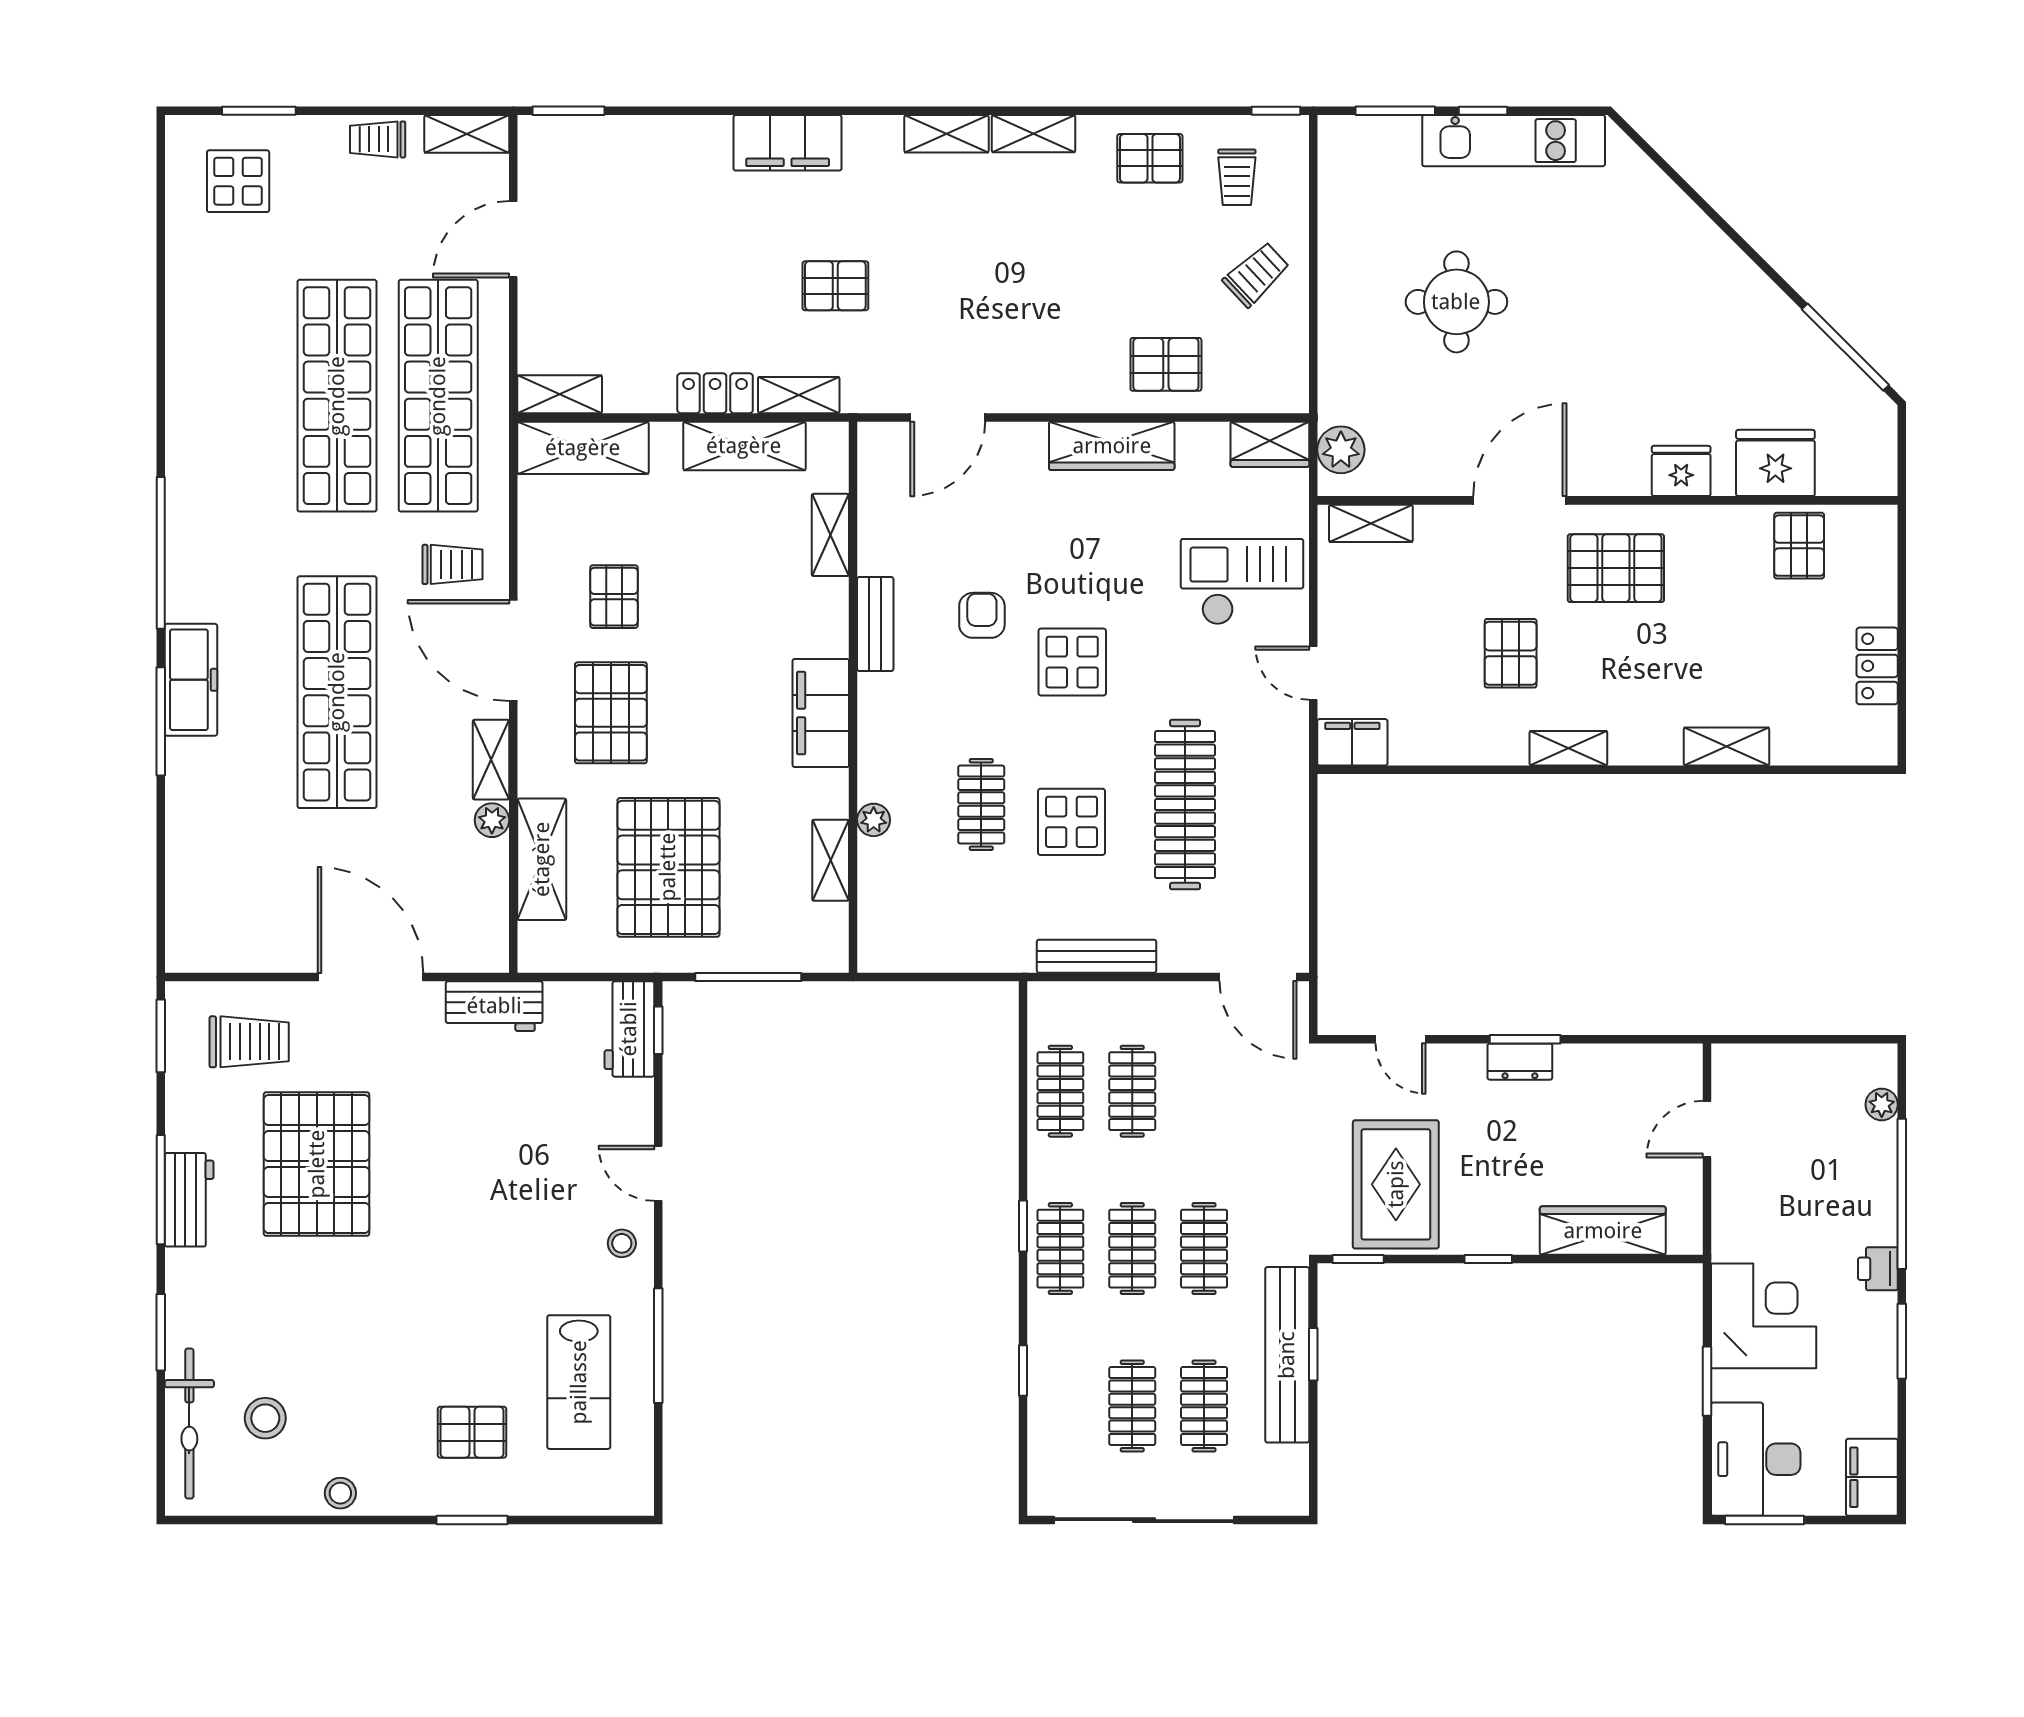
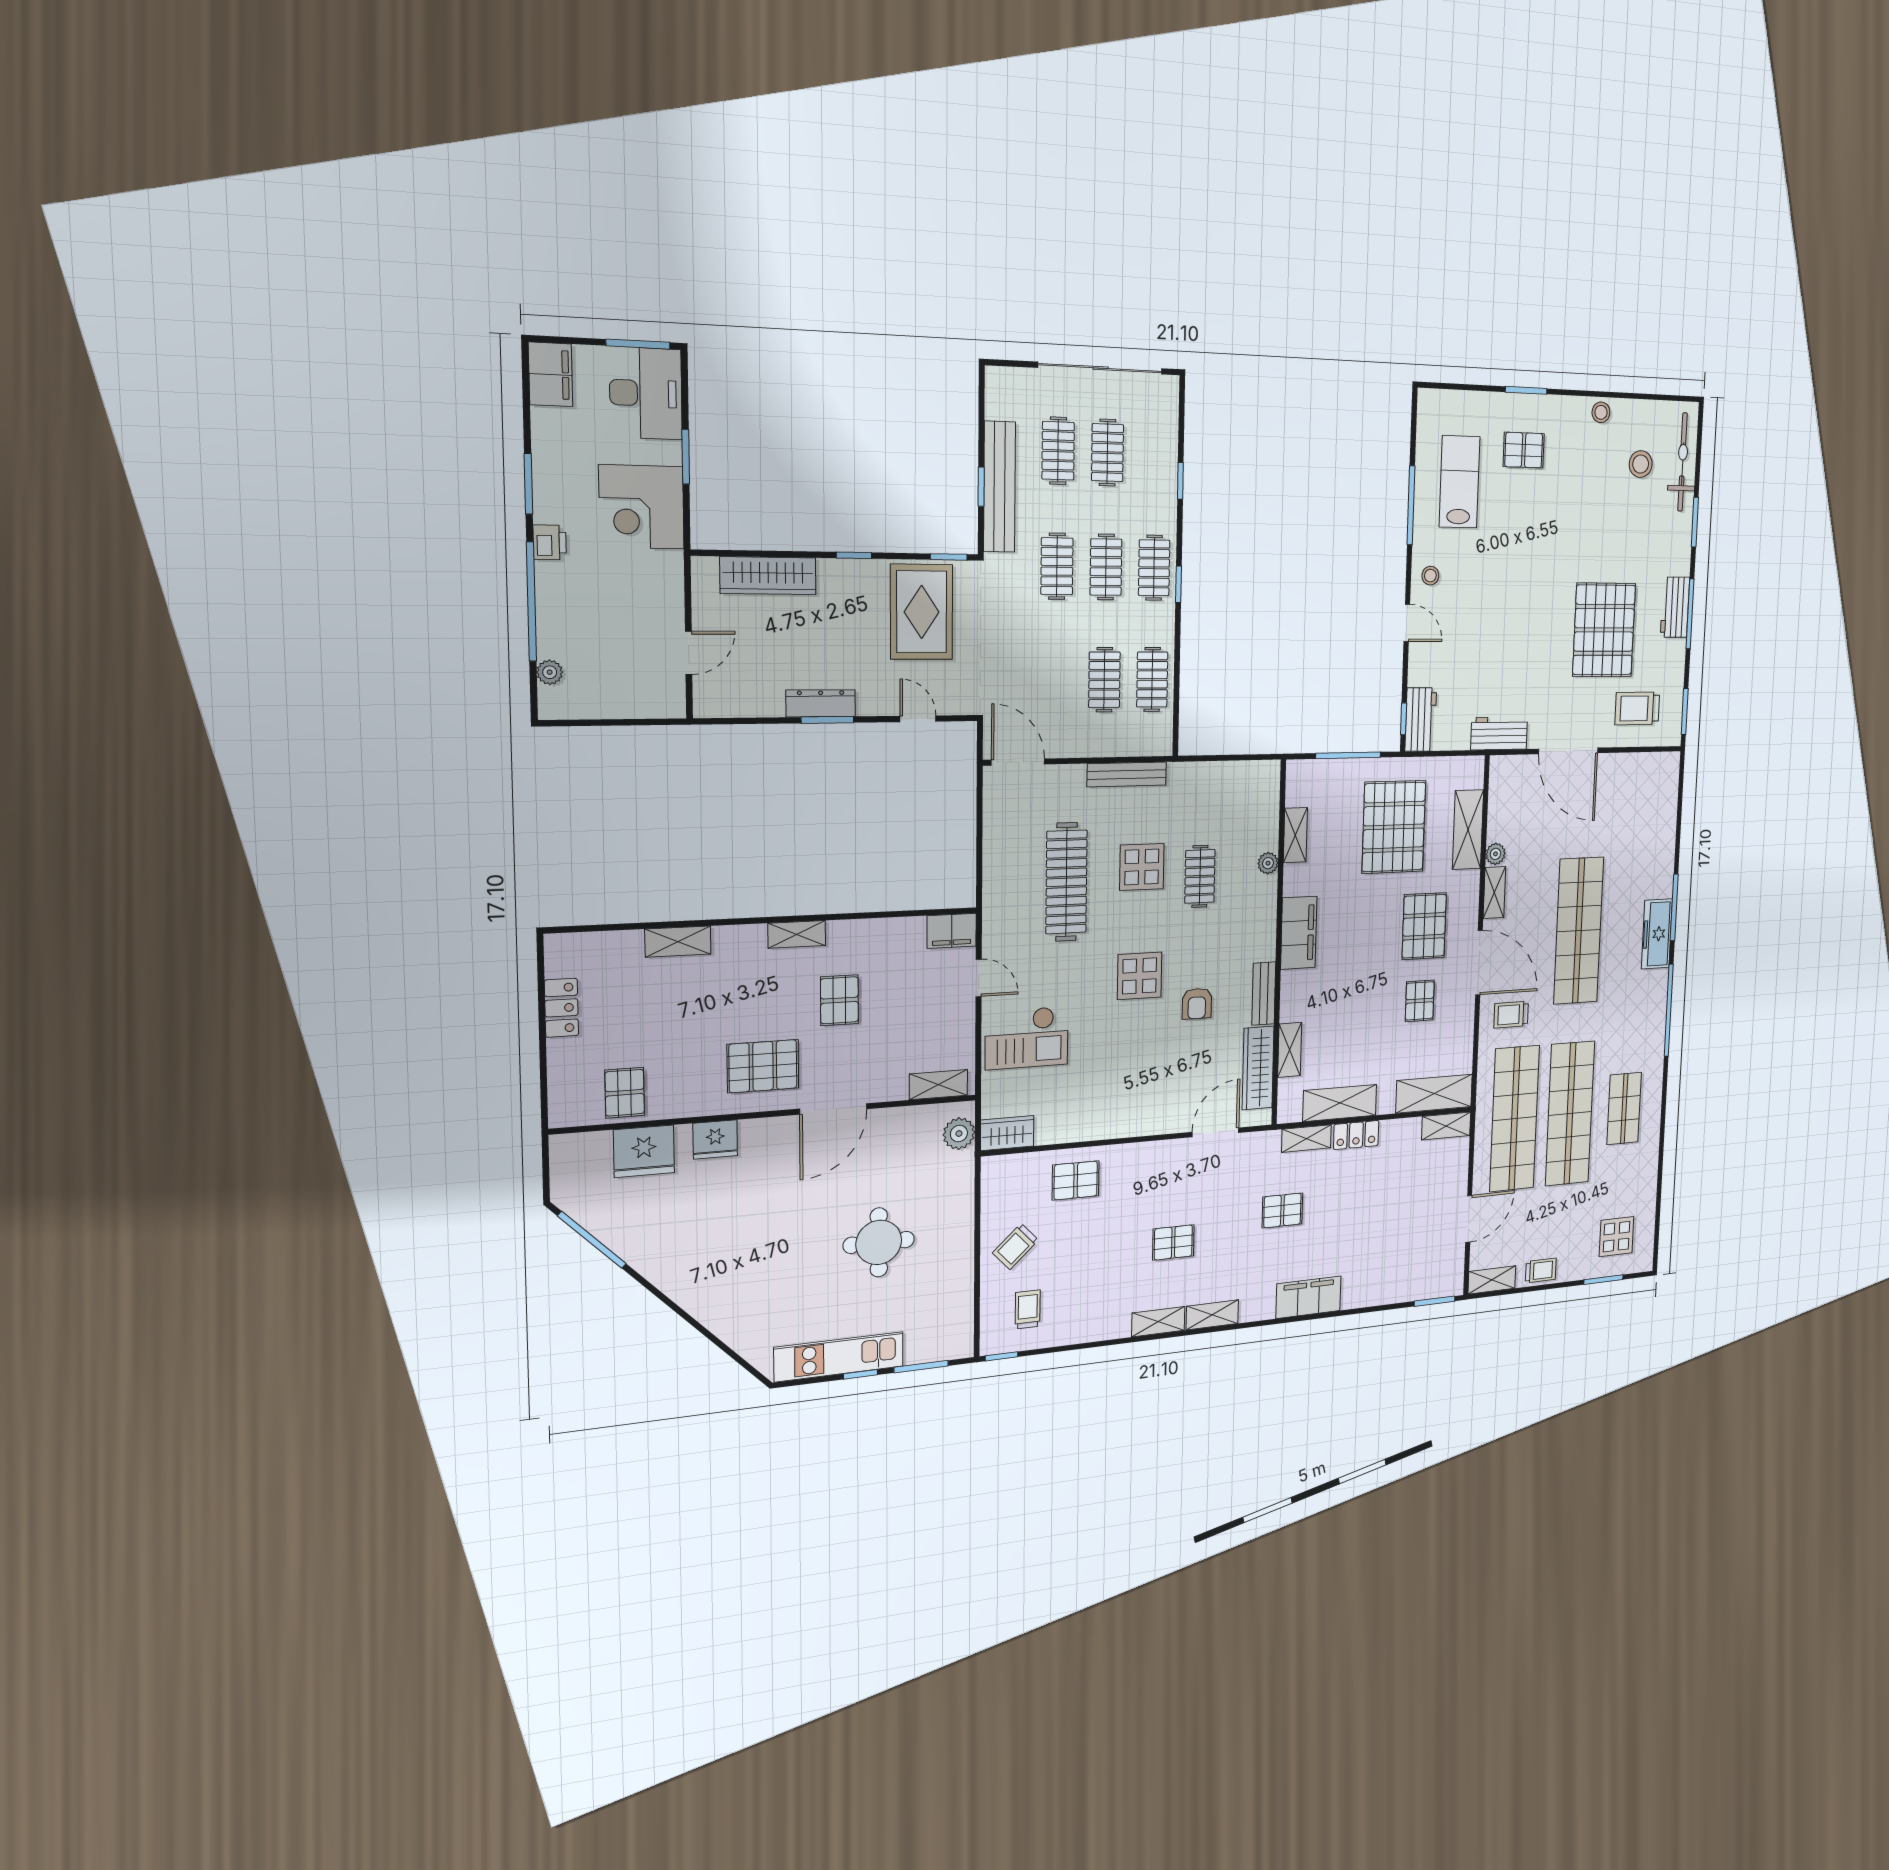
pallet: (1150, 158) -> (1173, 1242), moved
shop shelf: (236, 396) -> (1624, 1108), added
wardrobe: (1112, 446) -> (1258, 1068), moved, turned -90
dresser: (1520, 1062) -> (821, 703), width x1.44

